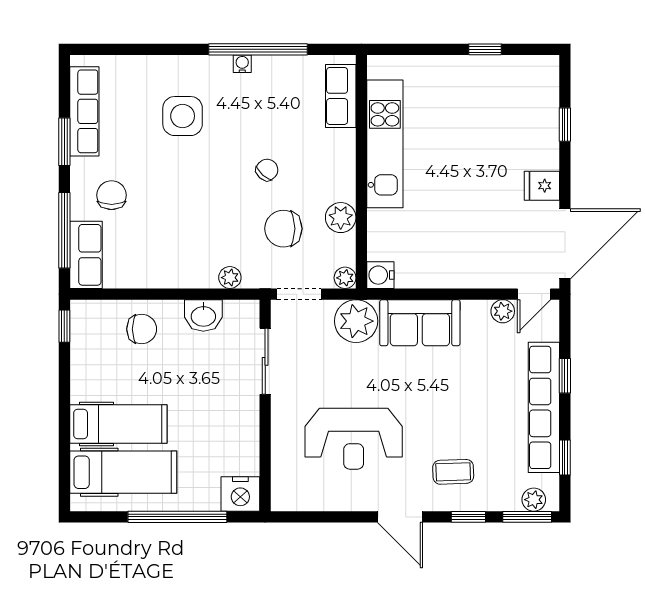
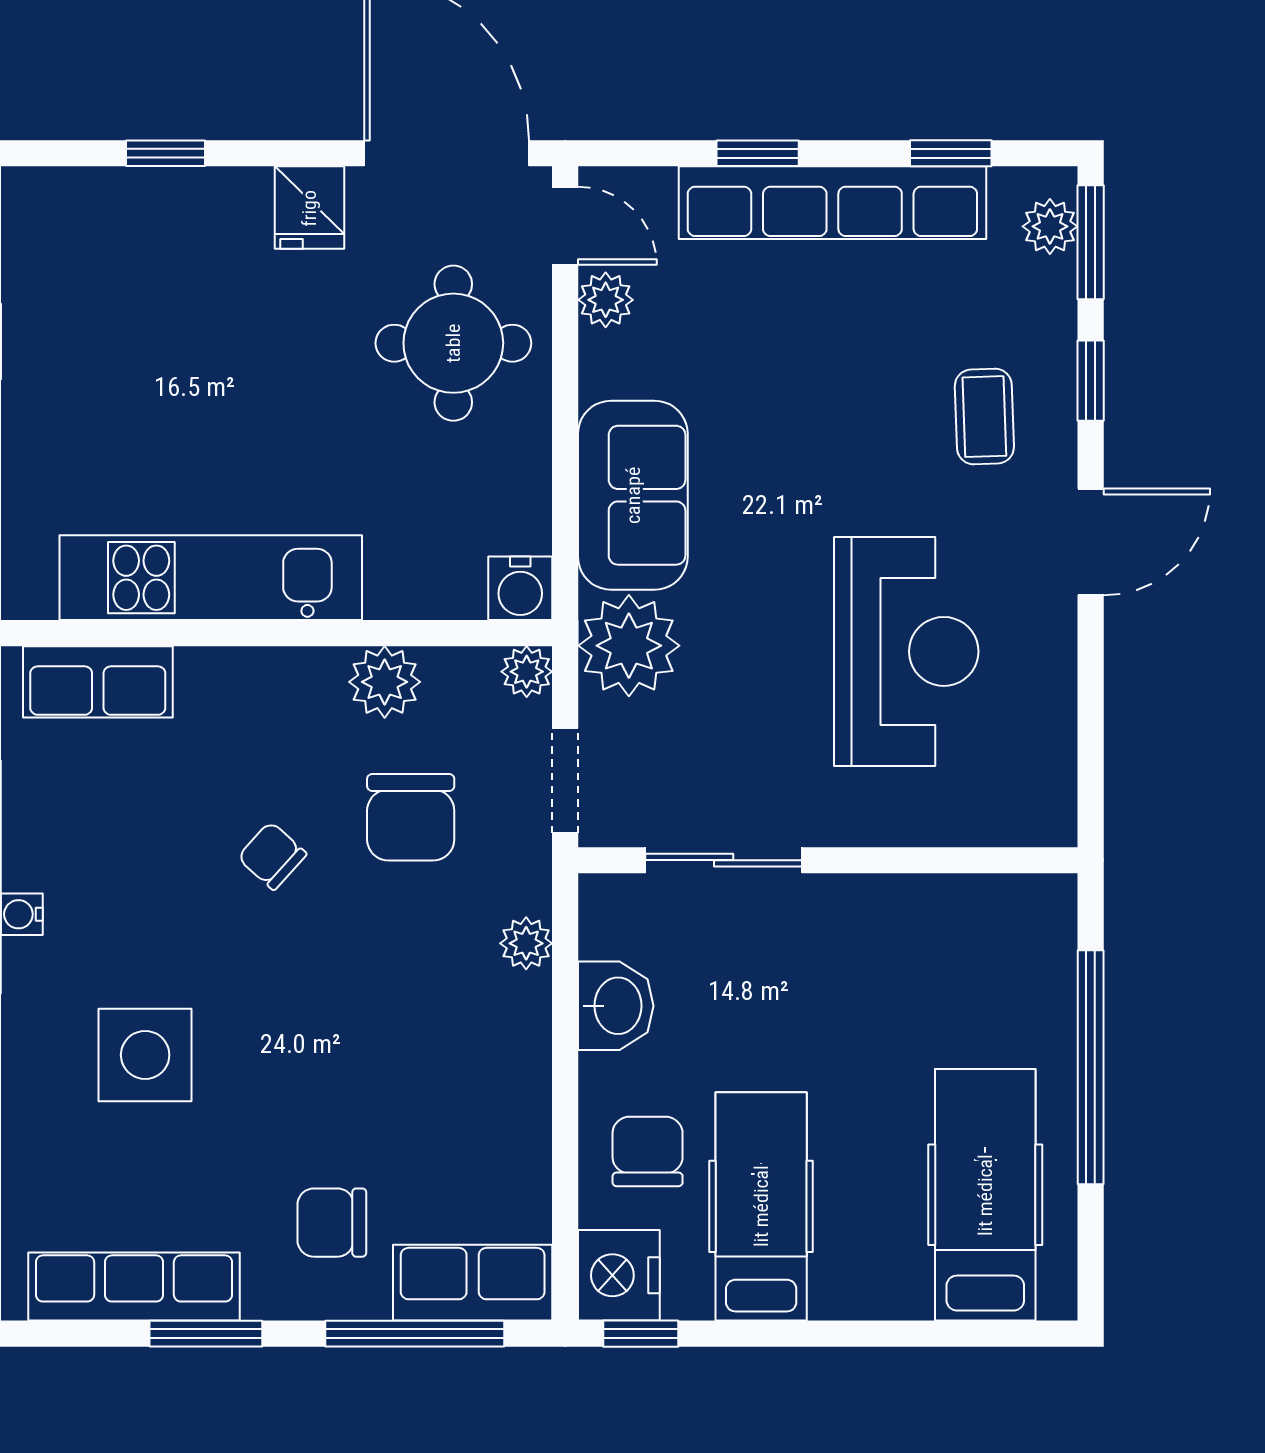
round table: (484, 247) -> (453, 343), added
hospital bed: (118, 424) -> (761, 1206), moved
nightstand: (240, 494) -> (619, 1275), moved, turned 180

